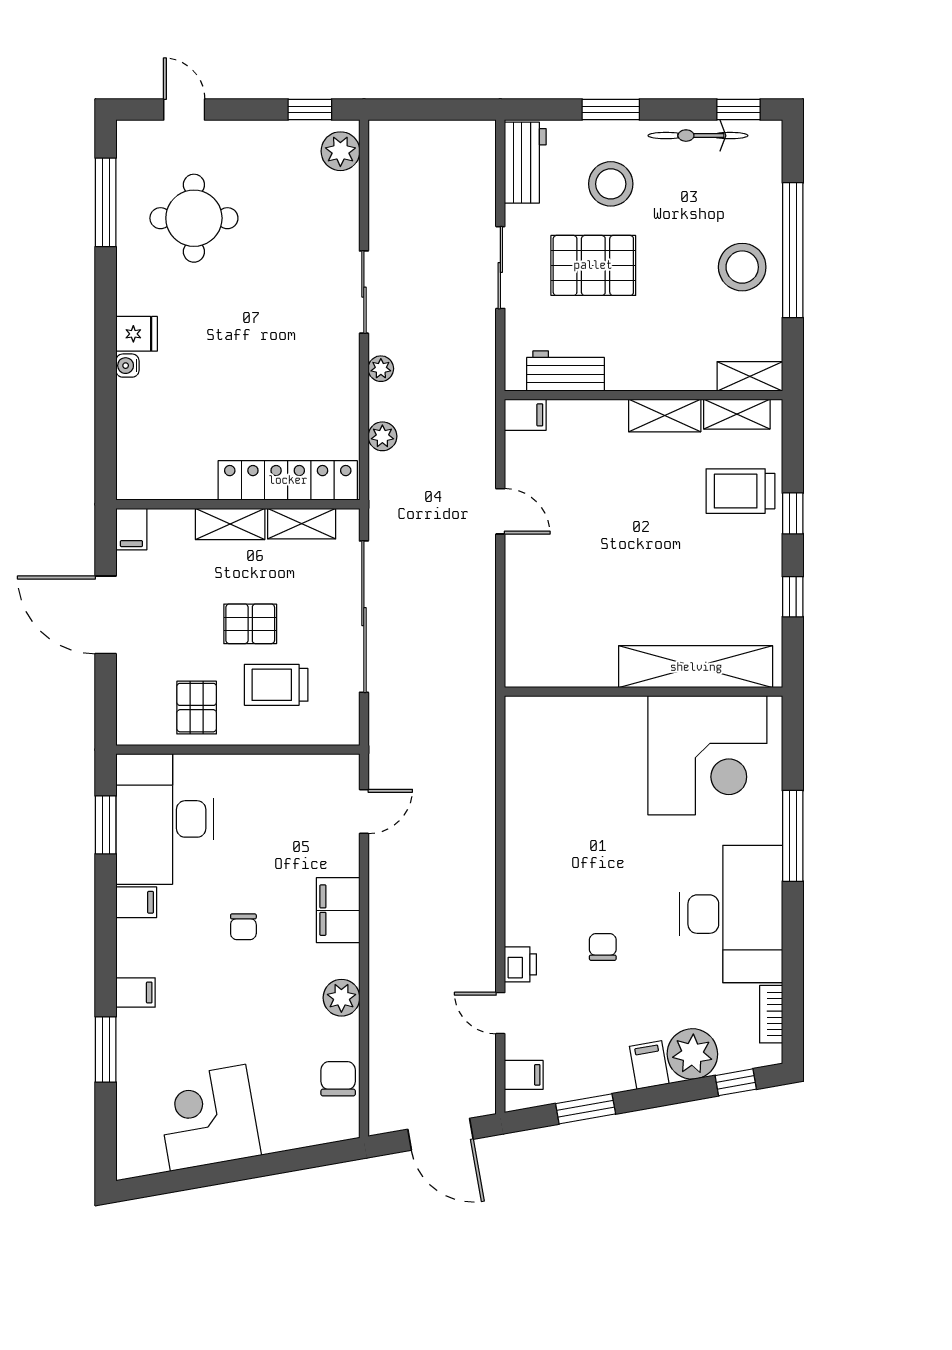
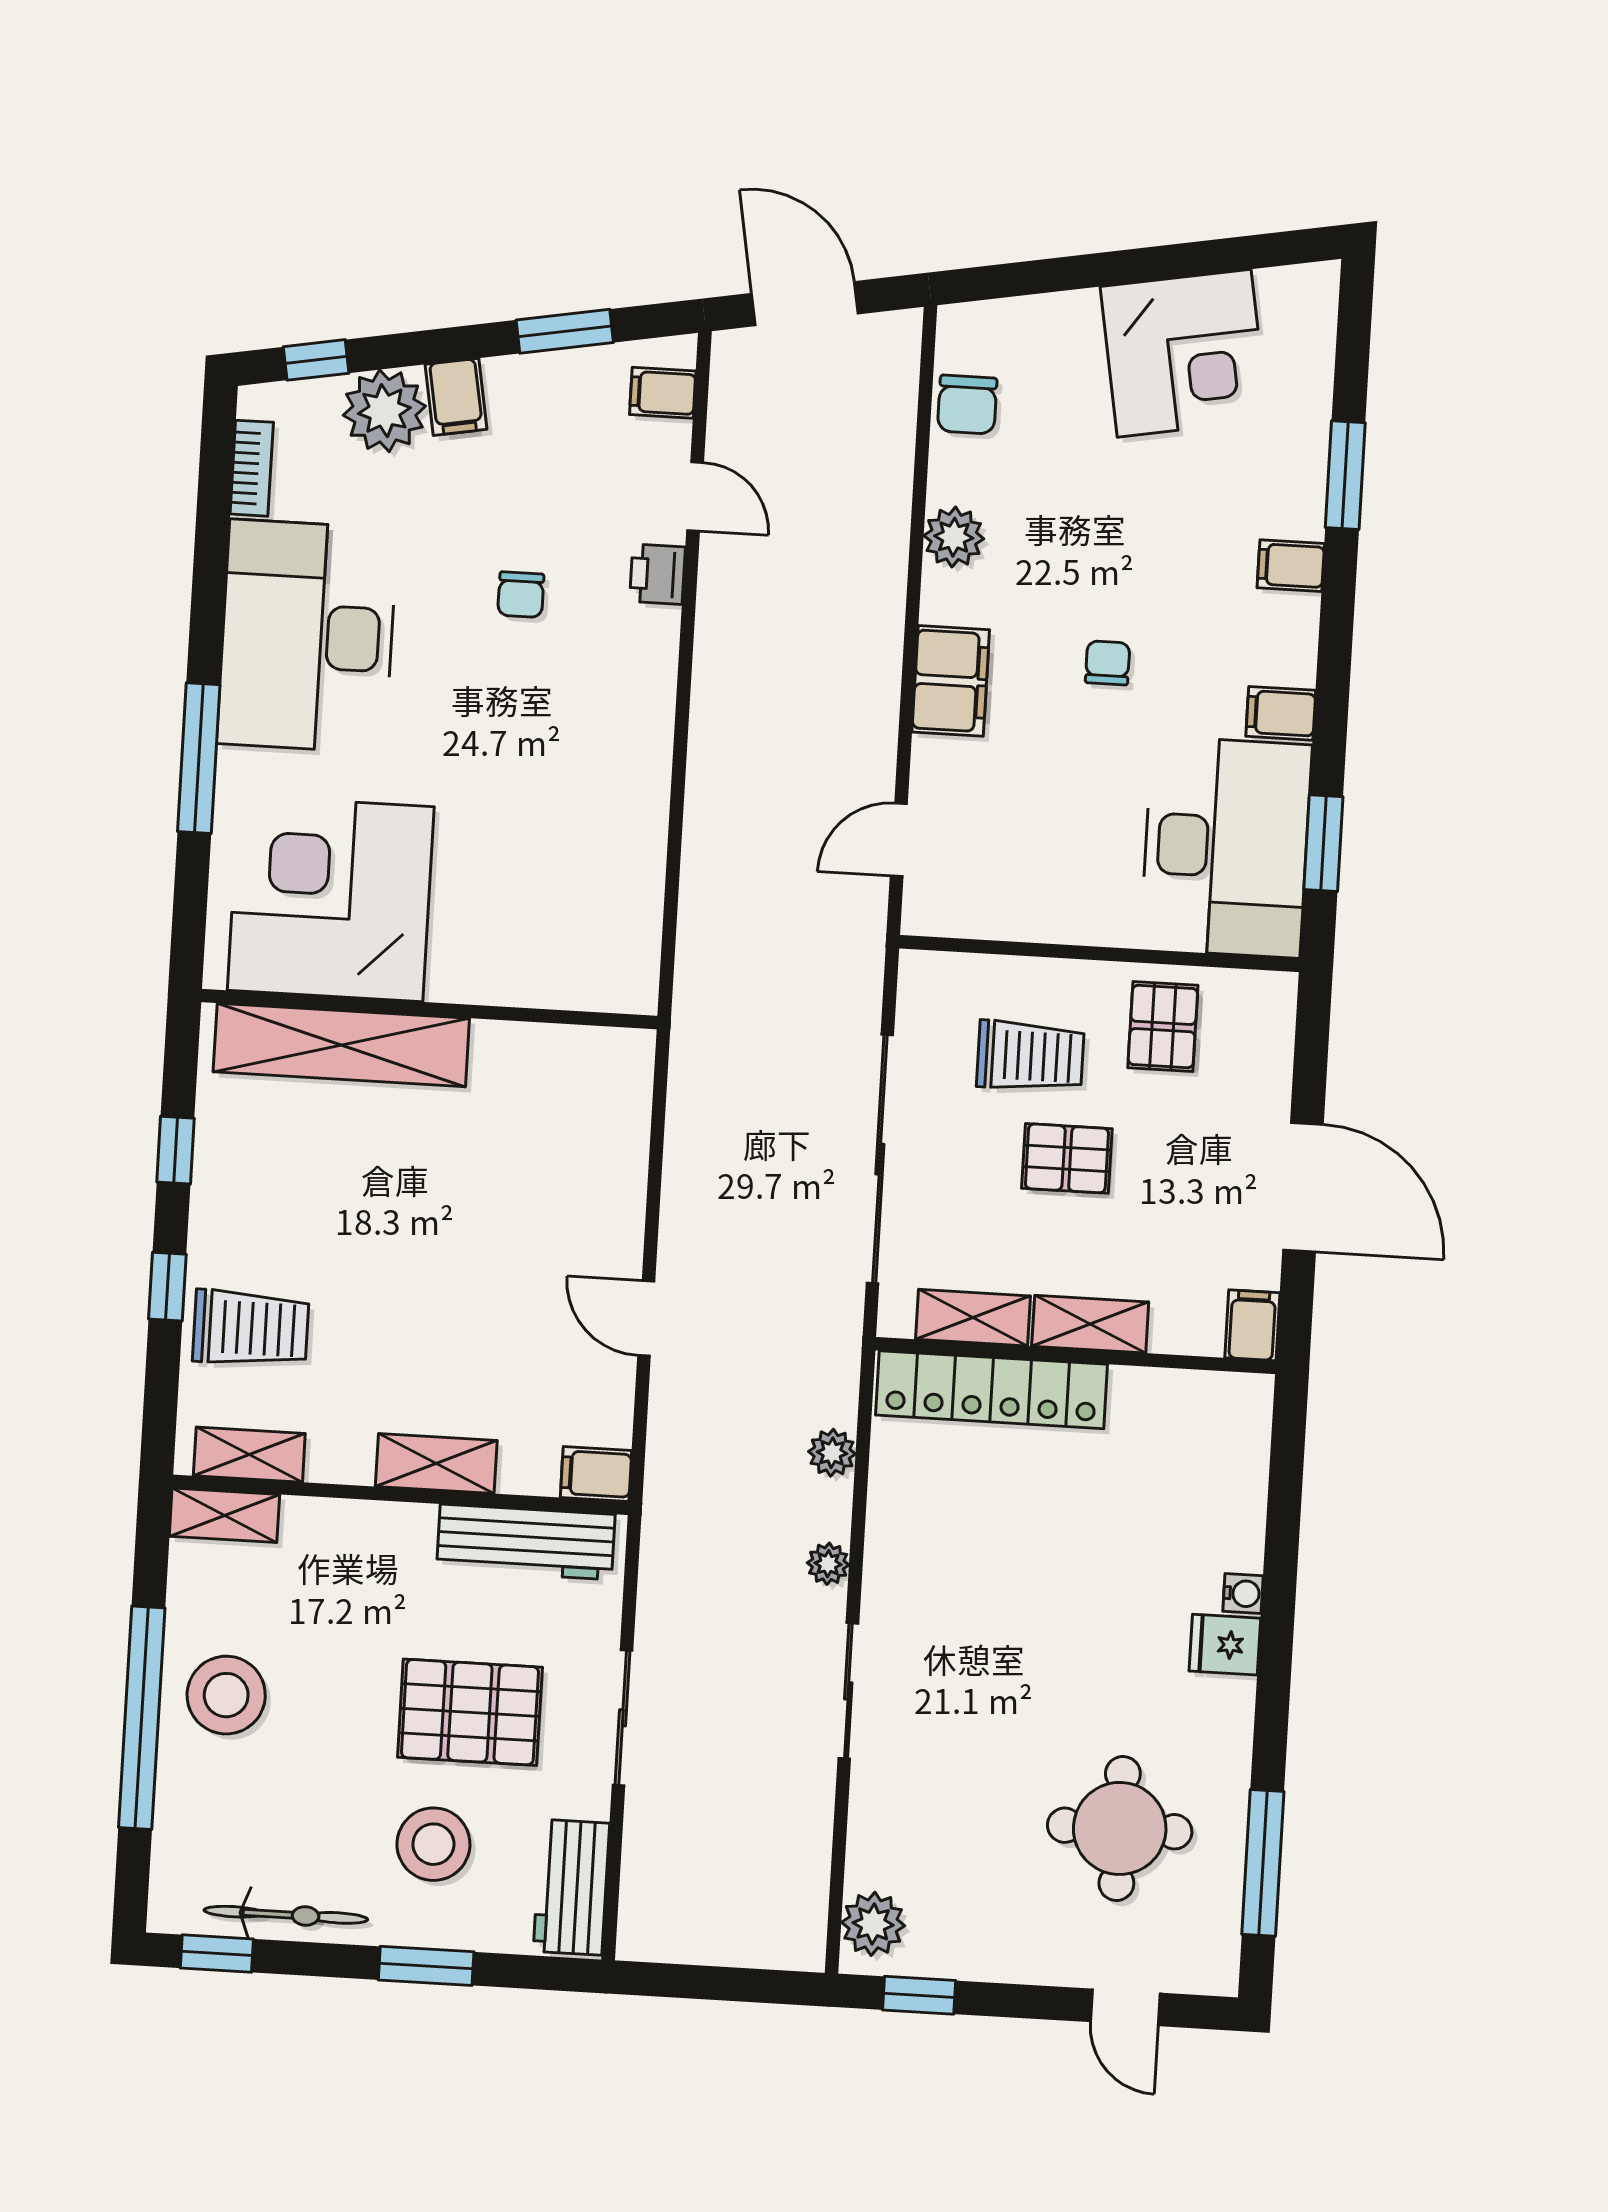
workbench: (565, 371) -> (526, 1542), width x1.38
shelving: (665, 415) -> (436, 1463), moved

